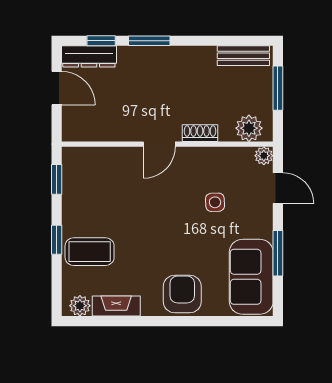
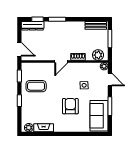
door: (57, 88) -> (19, 49), moved
coffee table: (90, 252) -> (36, 86), moved
armchair: (182, 294) -> (70, 106), moved

